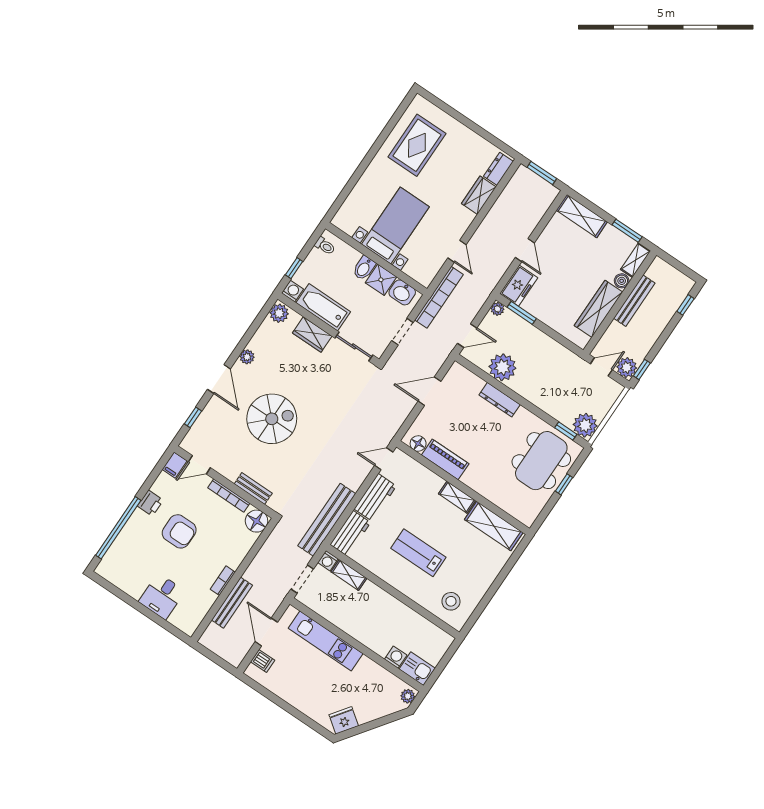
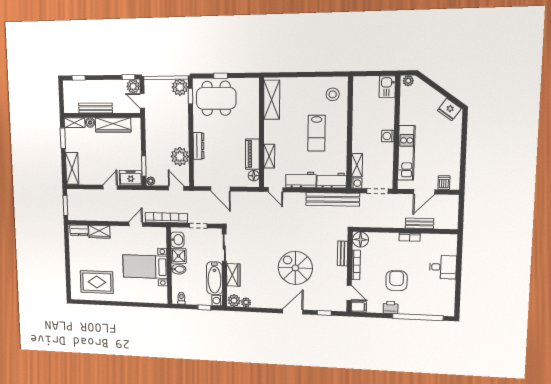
plant: (247, 357) -> (246, 302), moved
shelving: (457, 497) -> (269, 156), moved
bench: (232, 603) -> (419, 223), width x0.73
washing machine: (396, 657) -> (388, 136), moved

